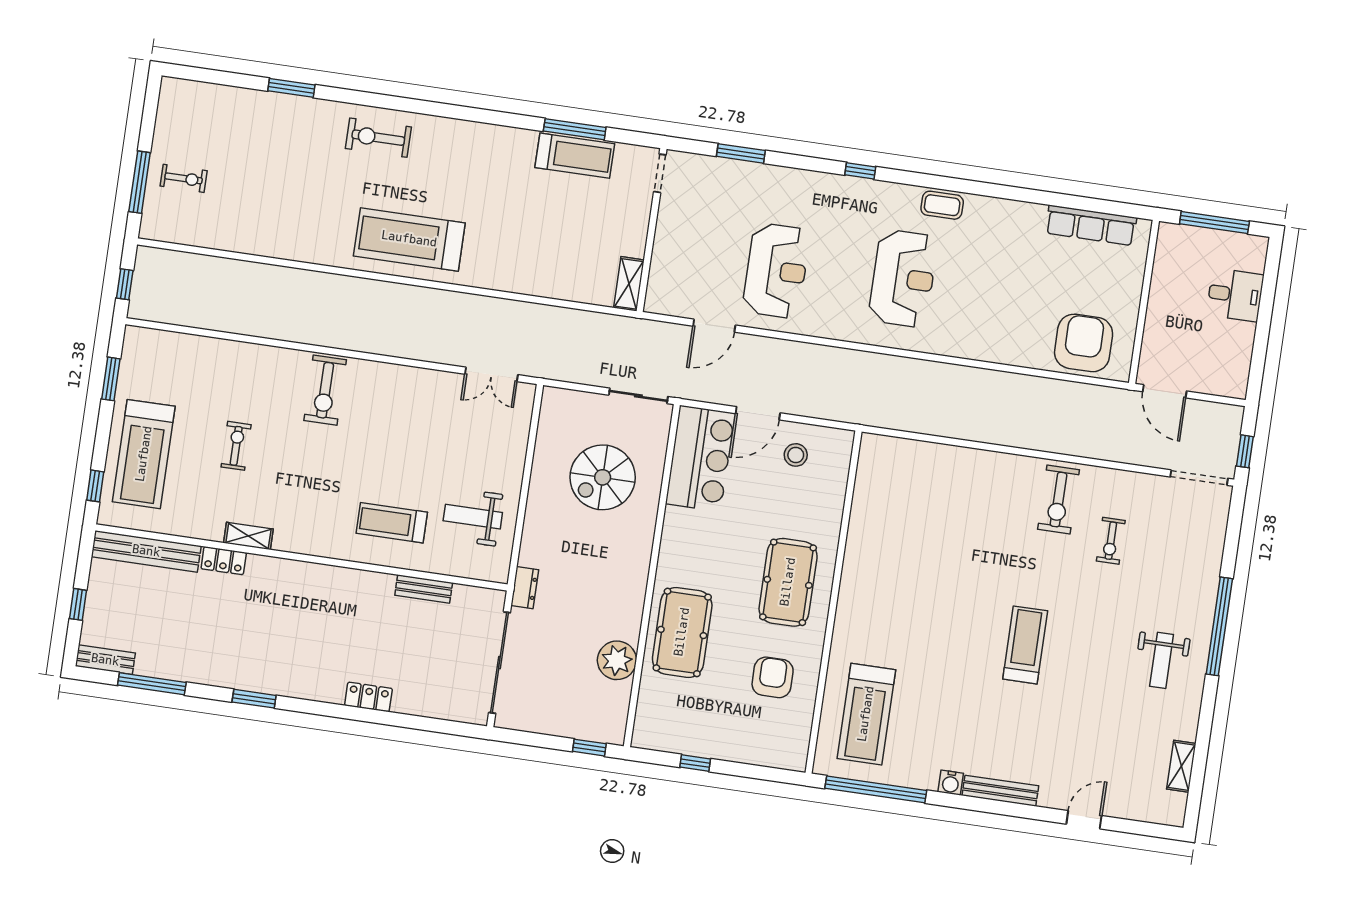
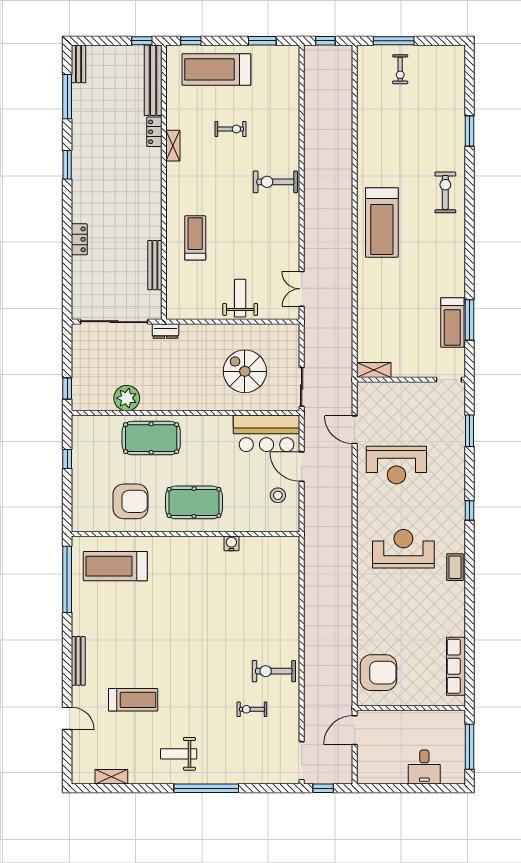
treadmill: (409, 239) -> (382, 222), turned 180
reception desk: (903, 278) -> (403, 549), turned 180
weight bench: (473, 517) -> (240, 298), moved
bench: (424, 589) -> (155, 265), width x1.36
window: (78, 604) -> (142, 41), moved
treadmill: (1025, 645) -> (133, 700), moved
armchair: (773, 677) -> (130, 501), width x1.36, depth x1.36
water cooler: (951, 783) -> (231, 543), moved, turned 90

